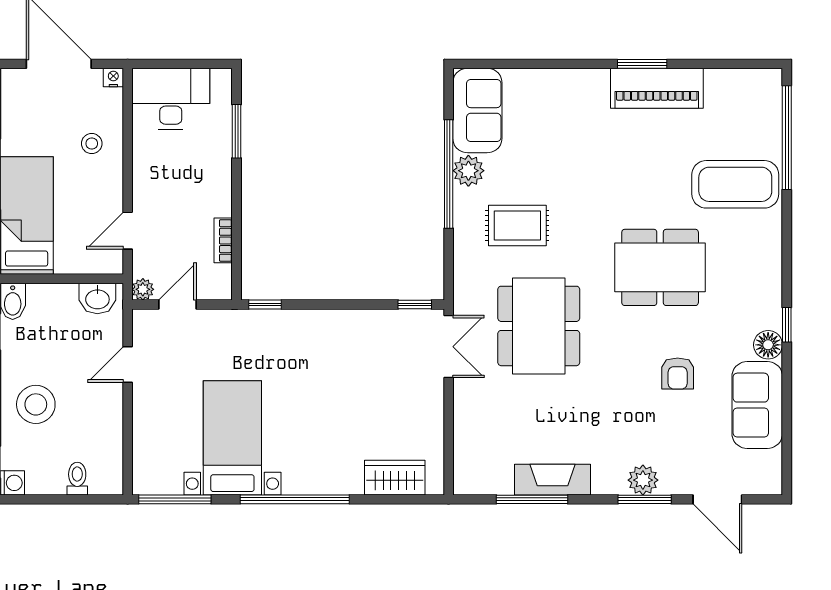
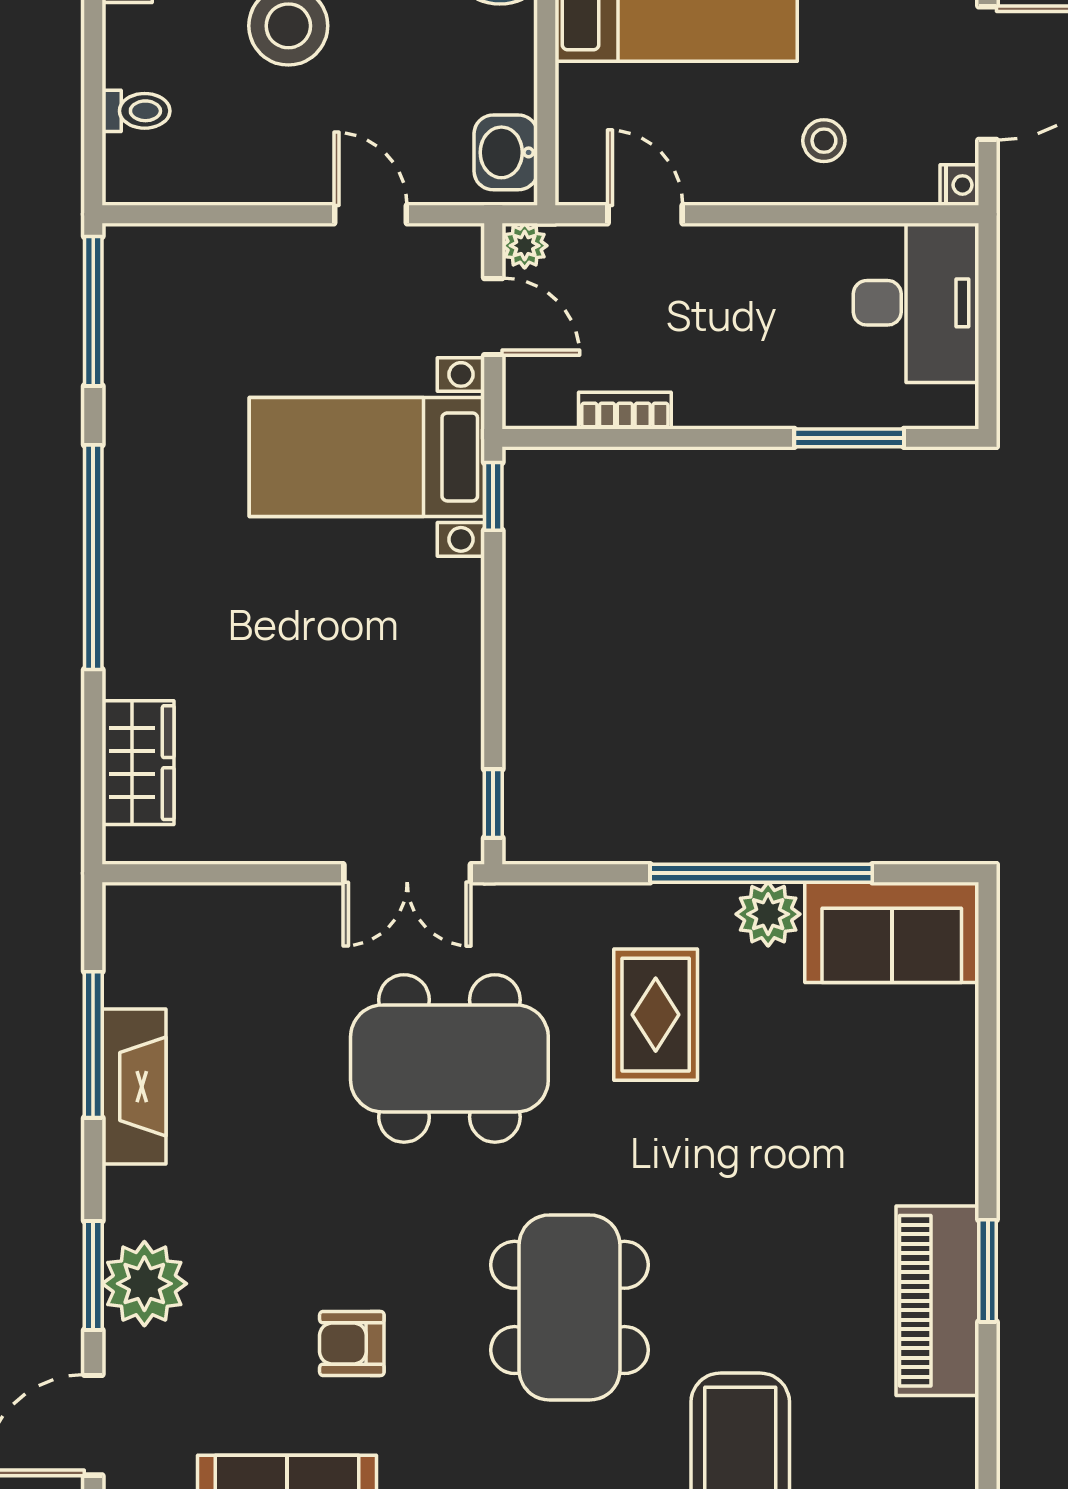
bed with nightstands: (232, 438) -> (367, 457), moved, turned 180
plant: (643, 480) -> (144, 1284), width x1.36, depth x1.36

